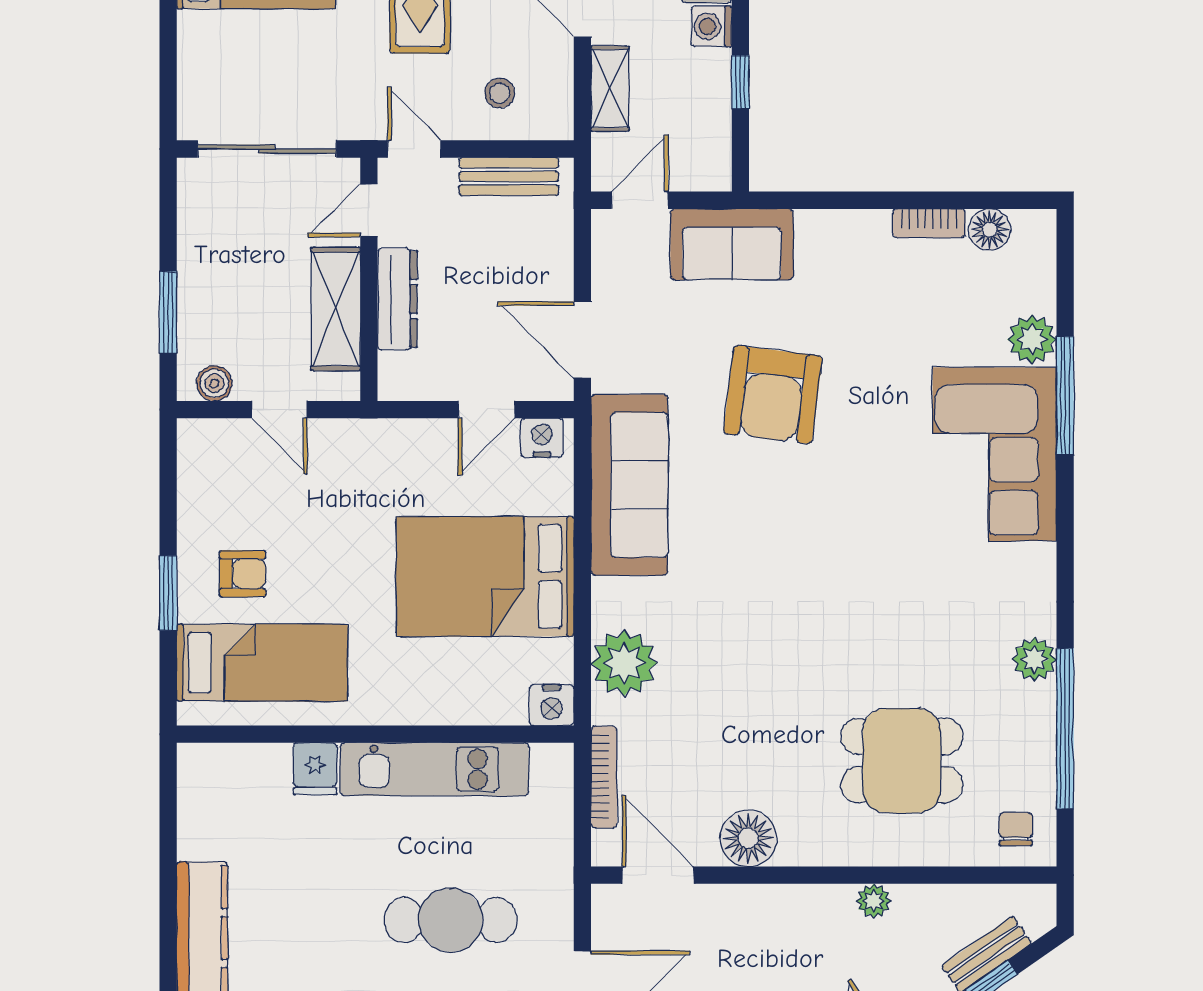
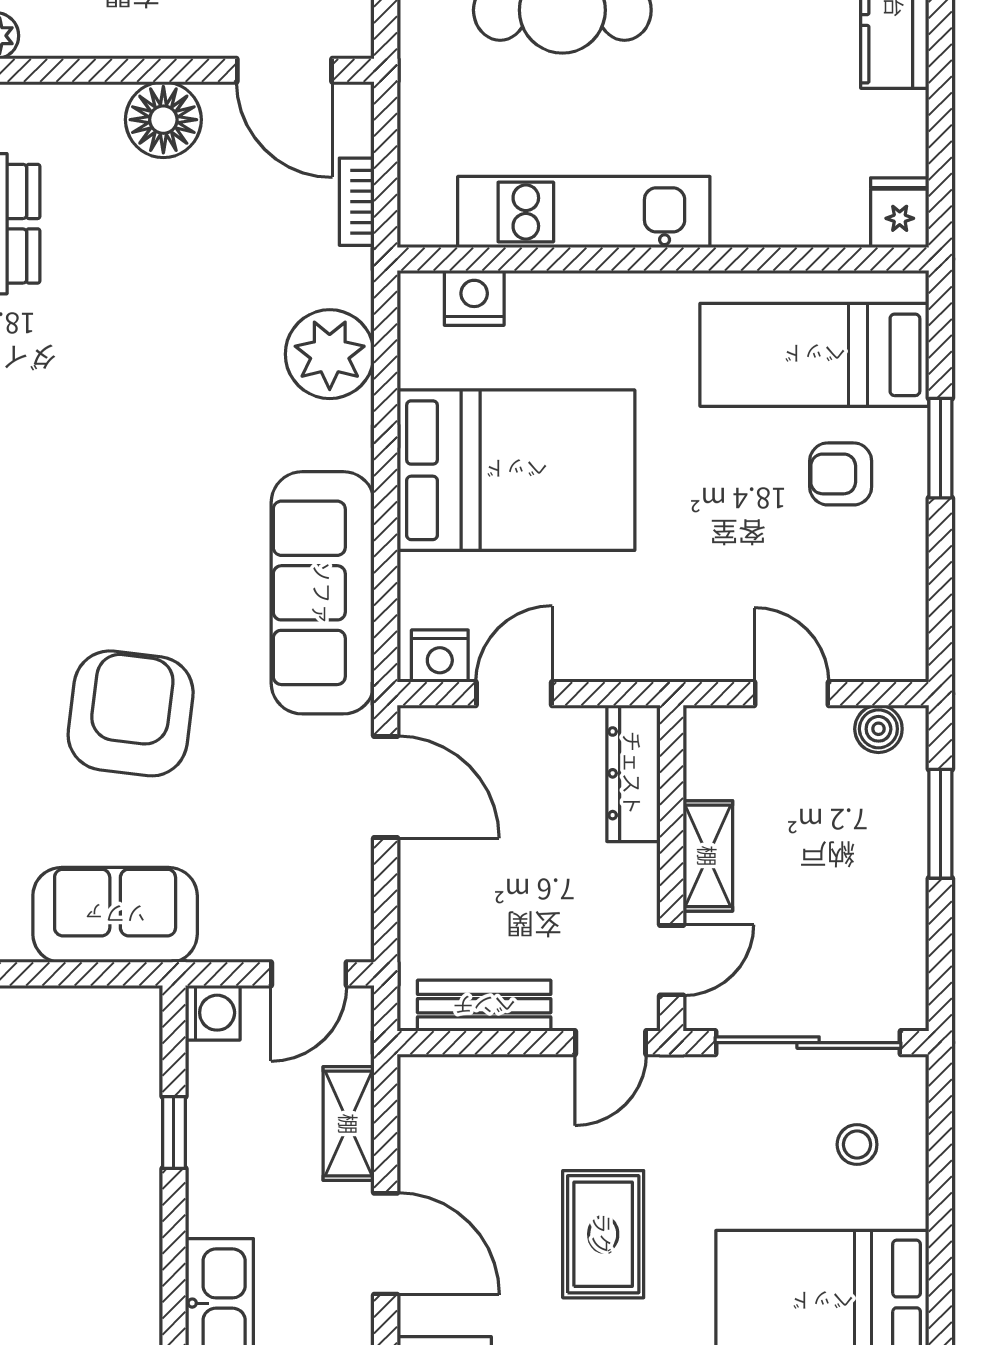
washing machine: (711, 26) -> (213, 1013), moved
stool: (500, 93) -> (857, 1145), moved
door: (414, 149) -> (611, 1043), hinge flipped
sofa: (732, 244) -> (115, 915), moved
dresser: (397, 299) -> (633, 773), moved
shelving: (336, 309) -> (708, 856), width x0.67, depth x0.75
nightstand: (552, 705) -> (474, 298), moved
fridge: (315, 769) -> (900, 213), moved
bookcase: (604, 777) -> (357, 202), width x0.64

